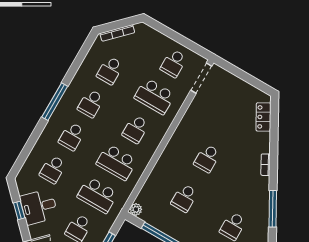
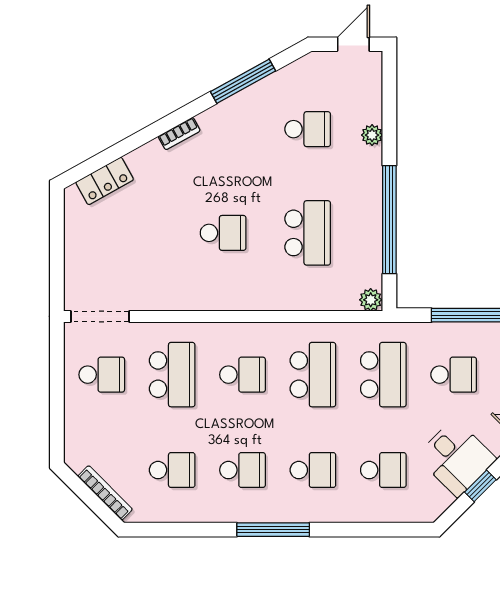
school desk: (184, 198) -> (308, 233), width x1.85

